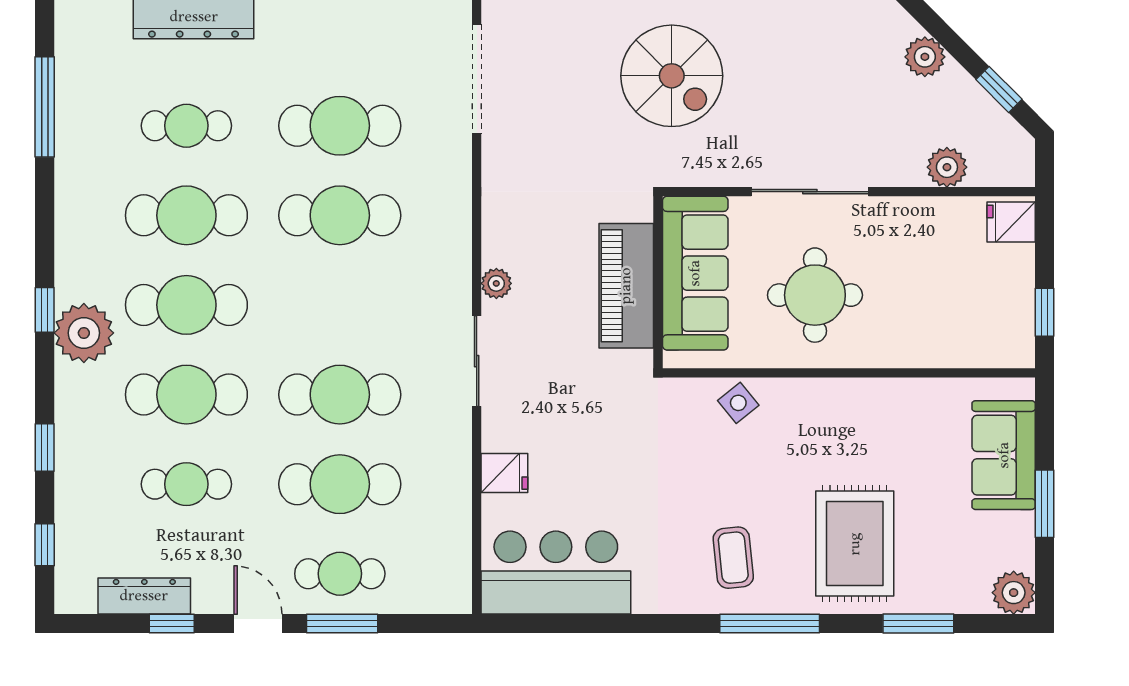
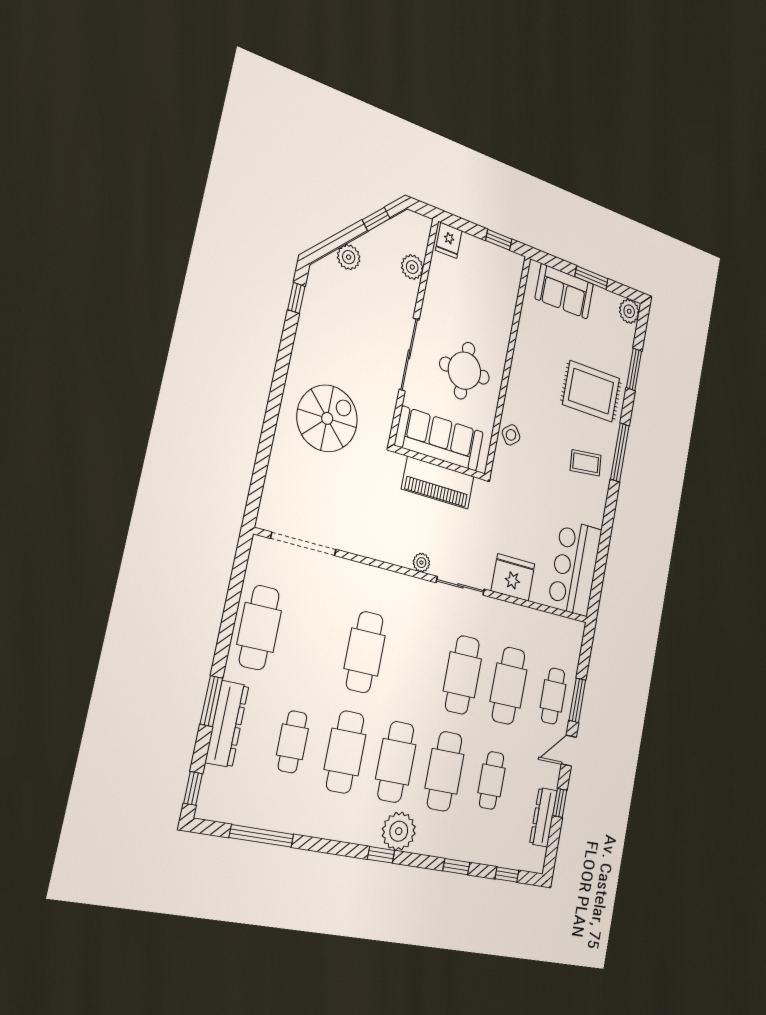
cafe table: (340, 126) -> (259, 628), moved
fridge: (504, 473) -> (513, 577), width x1.88, depth x1.34

